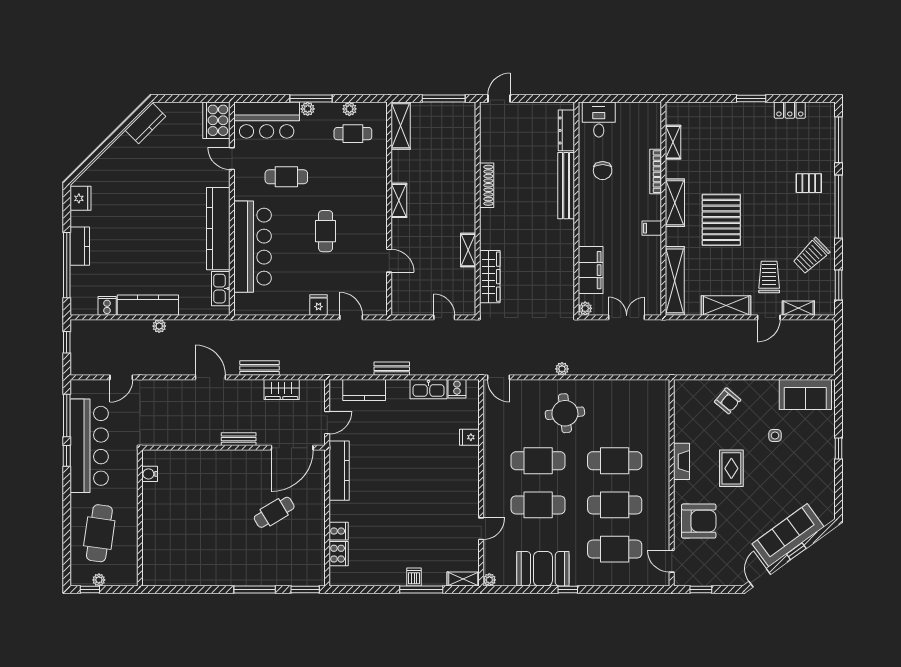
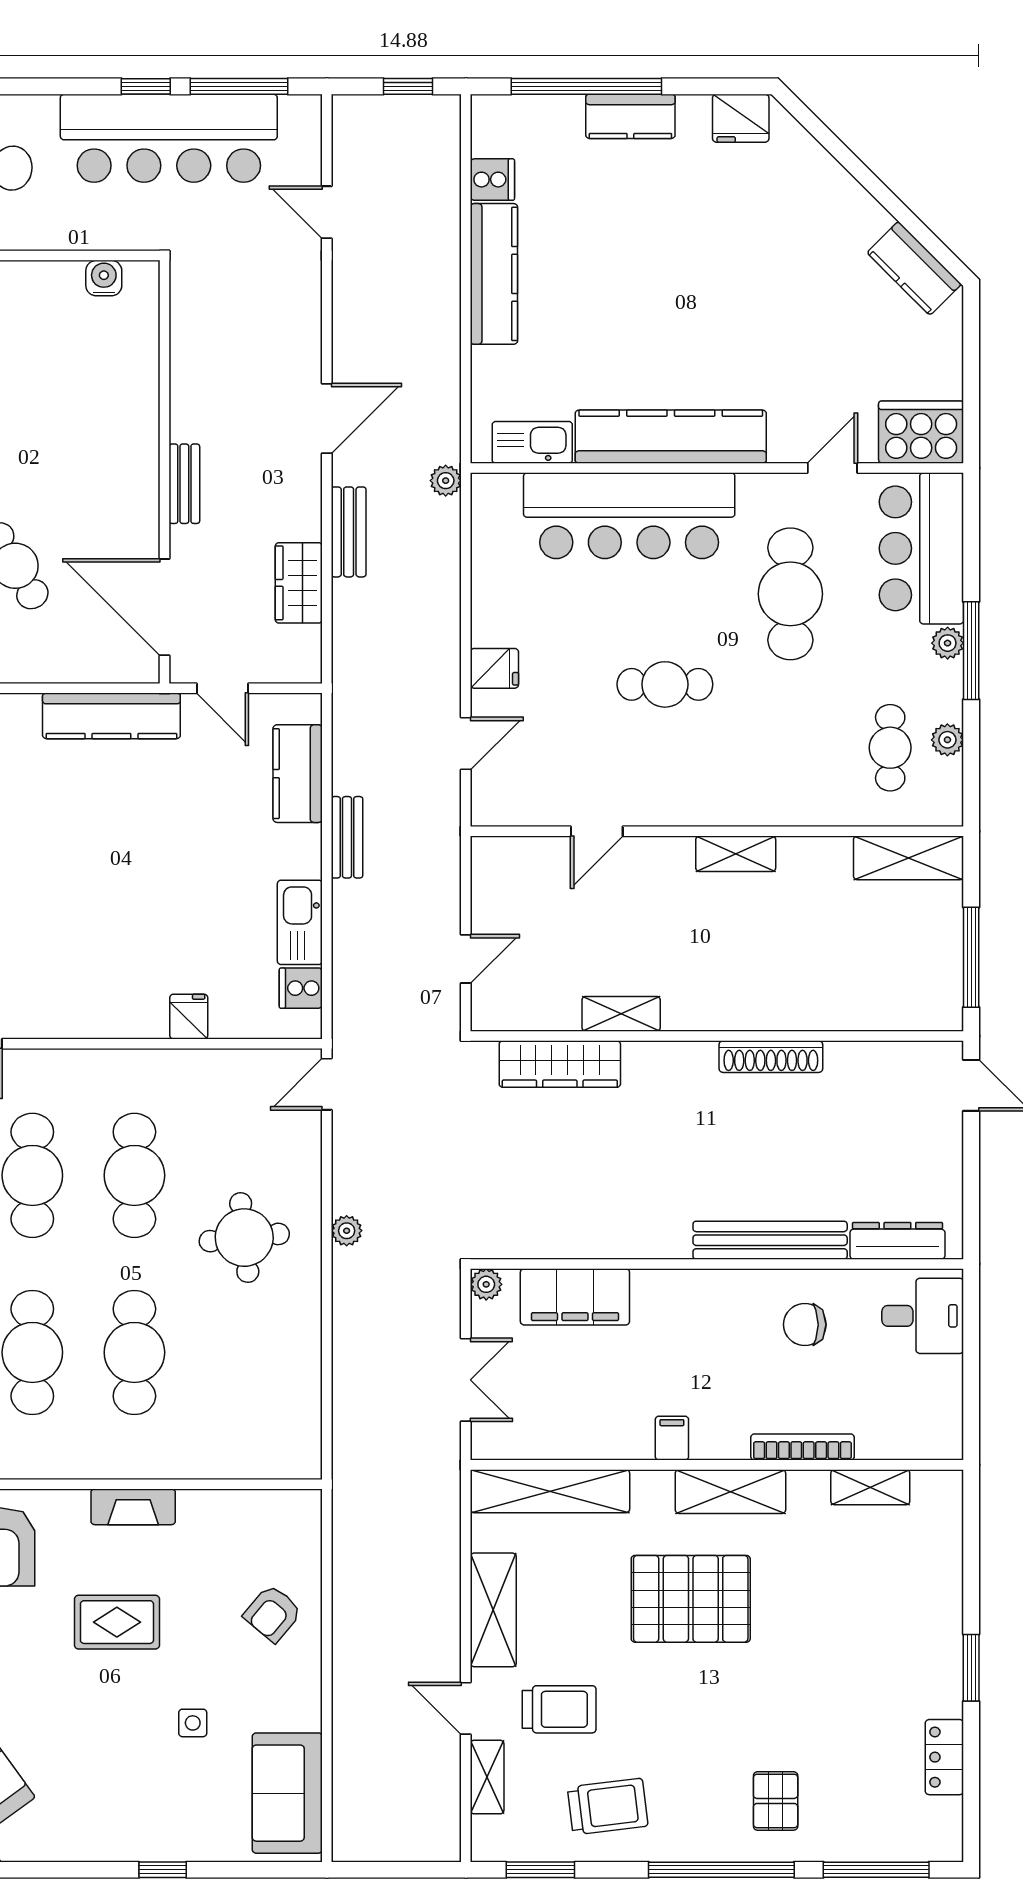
cafe table: (286, 177) -> (790, 594), width x1.37, depth x1.35
trolley: (811, 256) -> (608, 1807), turned 127
plant: (159, 326) -> (446, 481), moved

